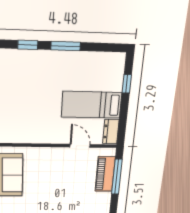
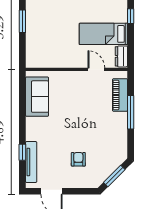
window: (117, 177) -> (131, 112), moved

